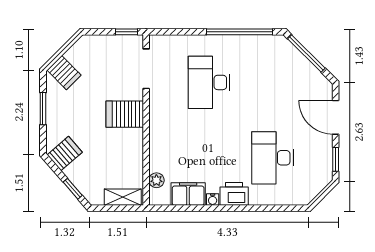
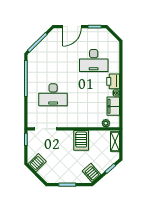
server rack: (64, 73) -> (37, 163), moved
server rack: (125, 114) -> (81, 140), moved

